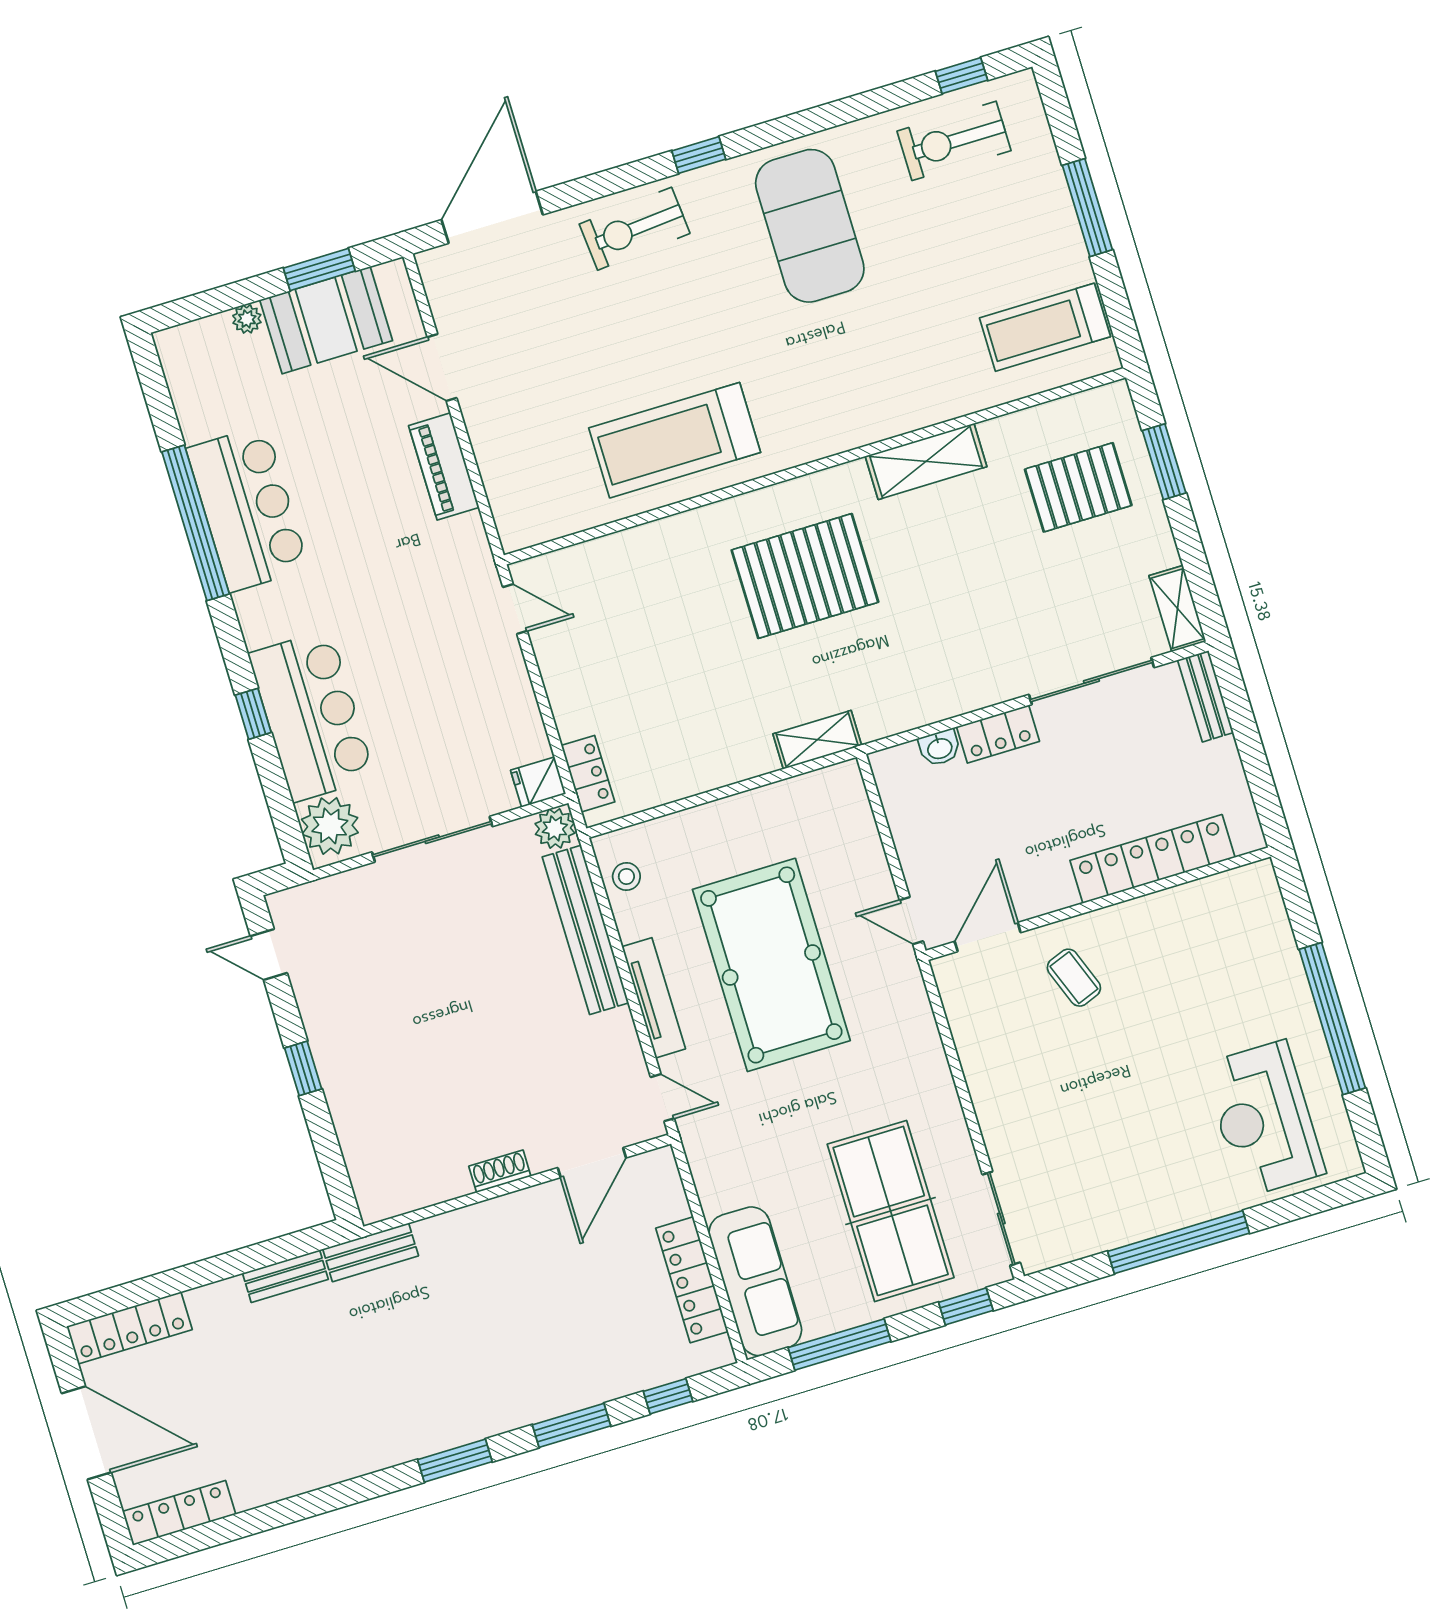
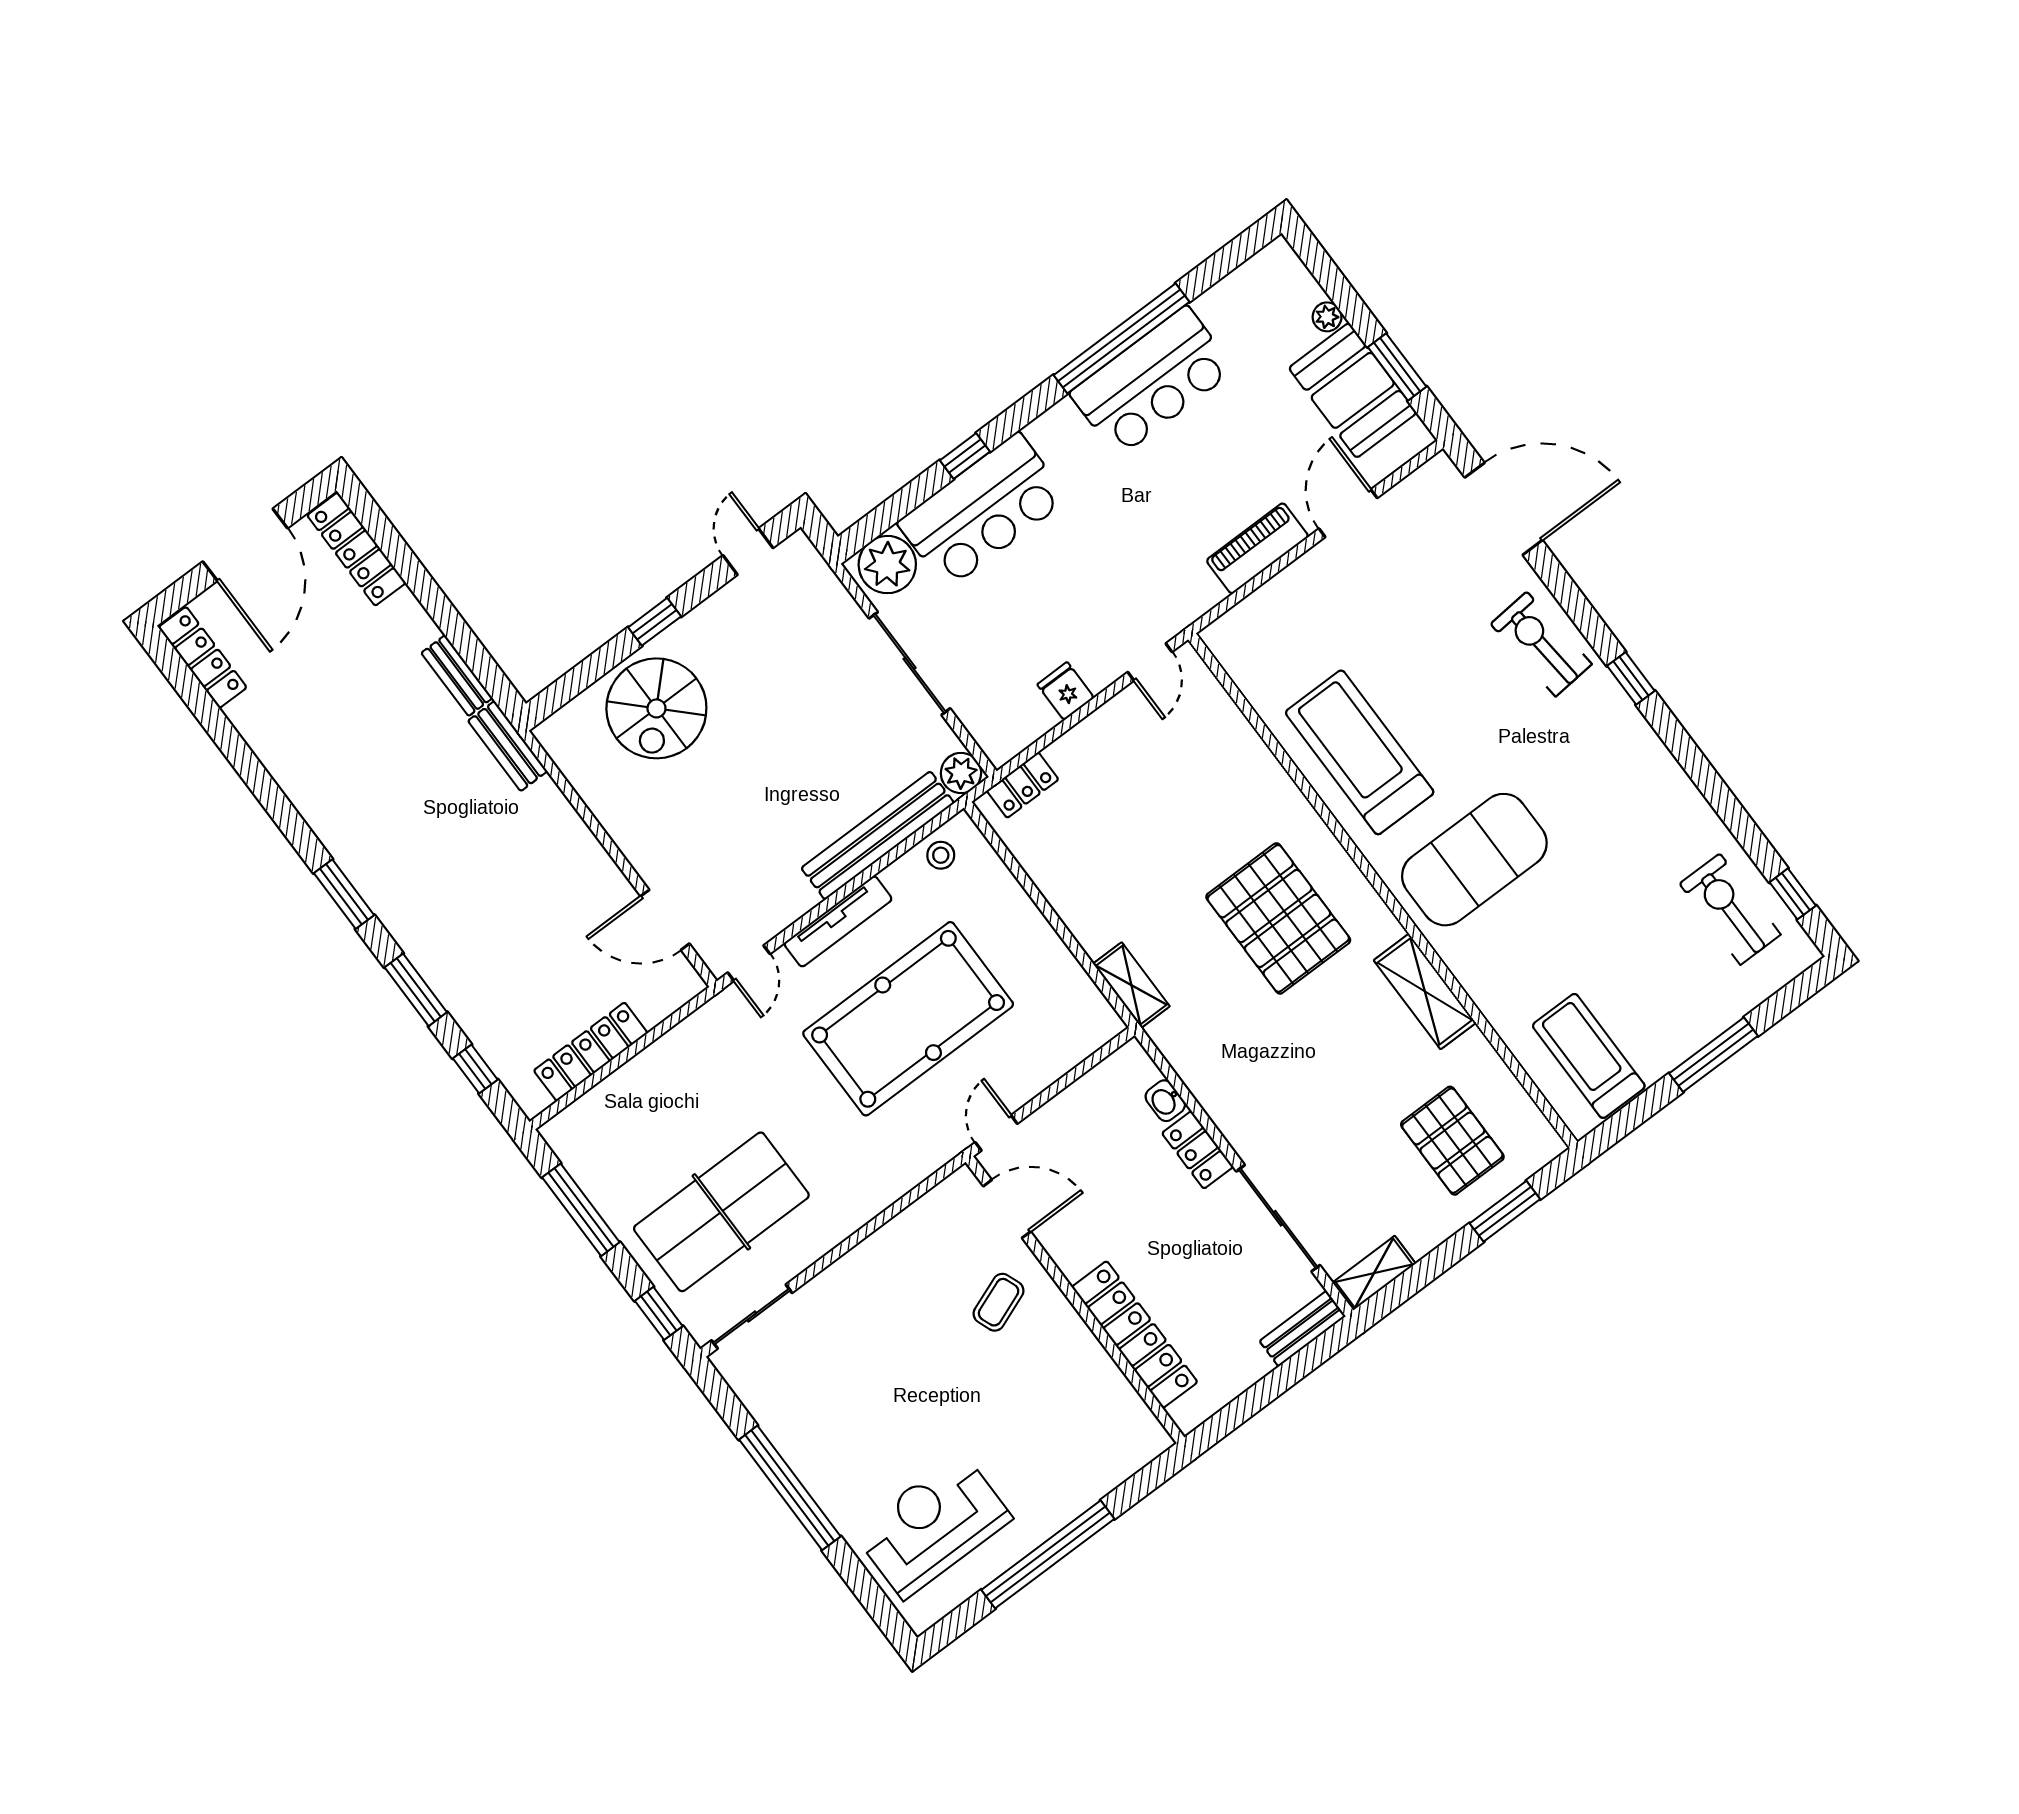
exercise mat: (810, 226) -> (1474, 860), moved
fridge: (538, 782) -> (1066, 691), moved
spiral stairs: (387, 1097) -> (656, 708), added
shoe rack: (500, 1171) -> (626, 838), removed
sofa: (755, 1281) -> (611, 1111), removed

